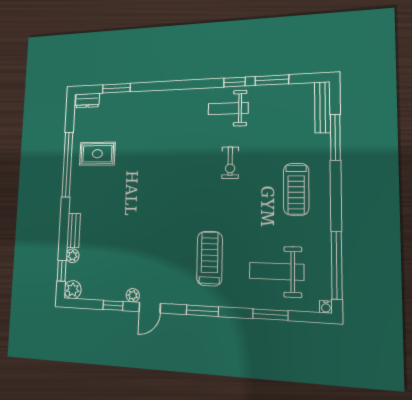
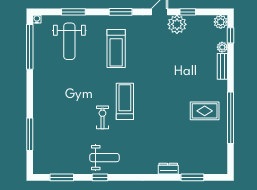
window: (272, 80) -> (62, 177), moved
dresser: (87, 100) -> (168, 169), moved
bench: (323, 107) -> (38, 156), removed
rug: (97, 154) -> (205, 111), moved
treadmill: (296, 189) -> (125, 101), moved
weight bench: (276, 271) -> (69, 41), turned 90
plant: (133, 295) -> (177, 24), width x1.88, depth x1.88

